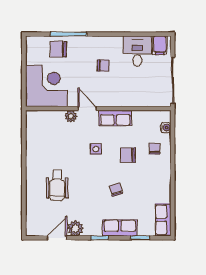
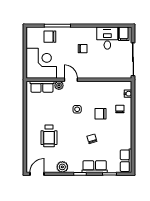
row of seats: (115, 118) -> (42, 87), moved
door: (57, 238) -> (37, 174), moved

